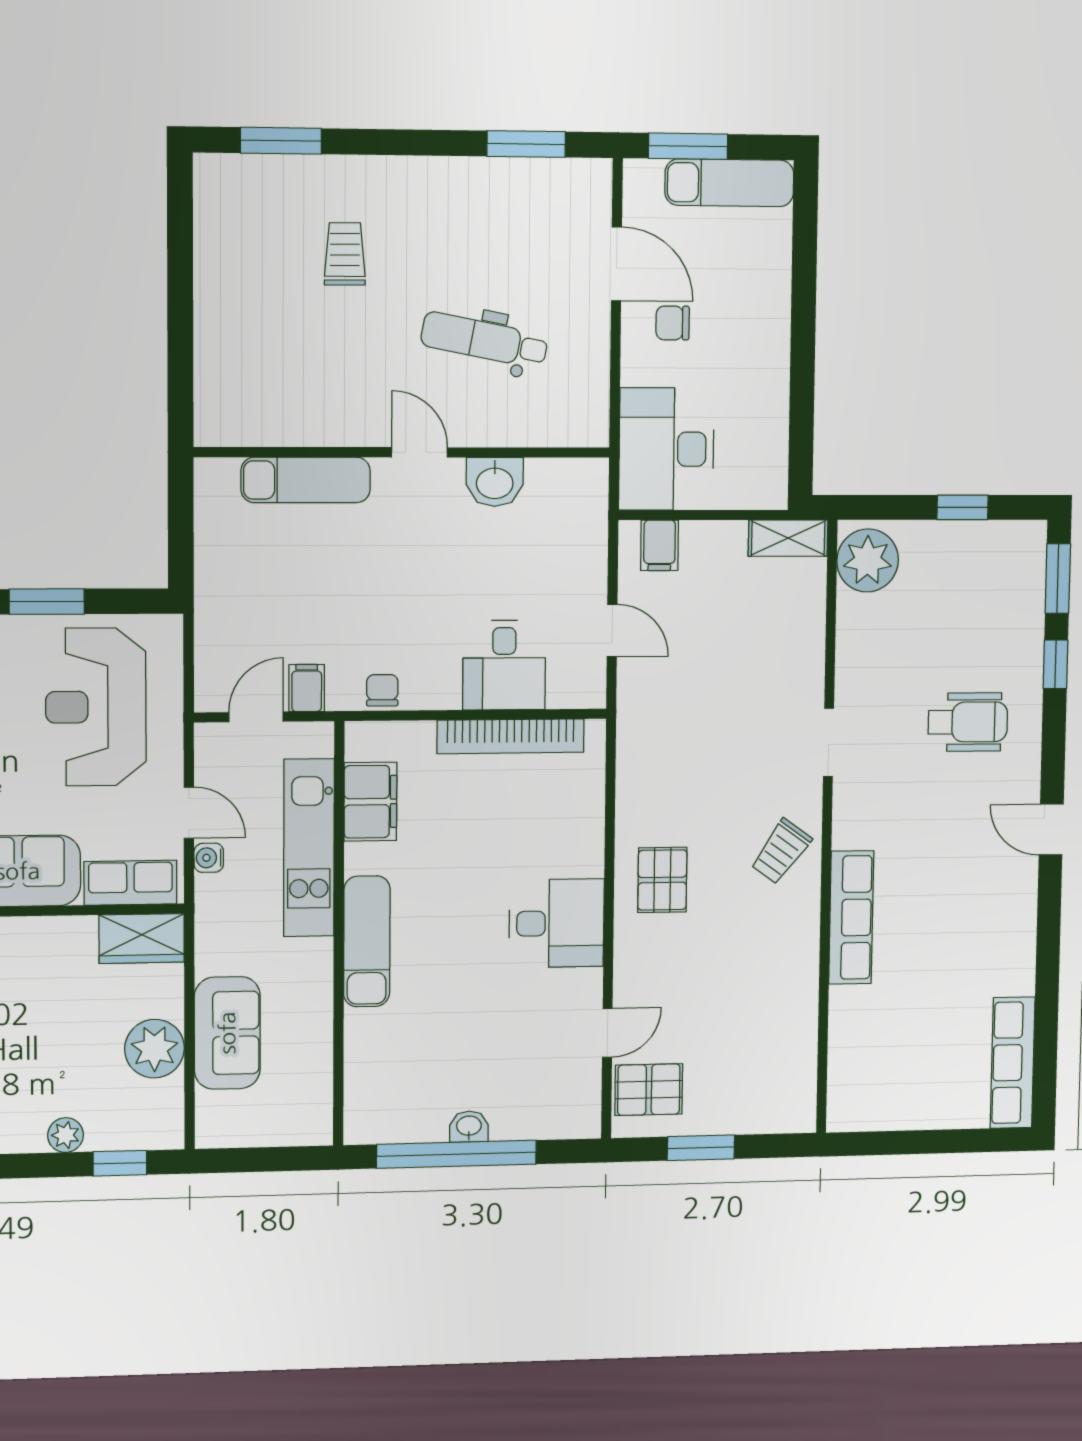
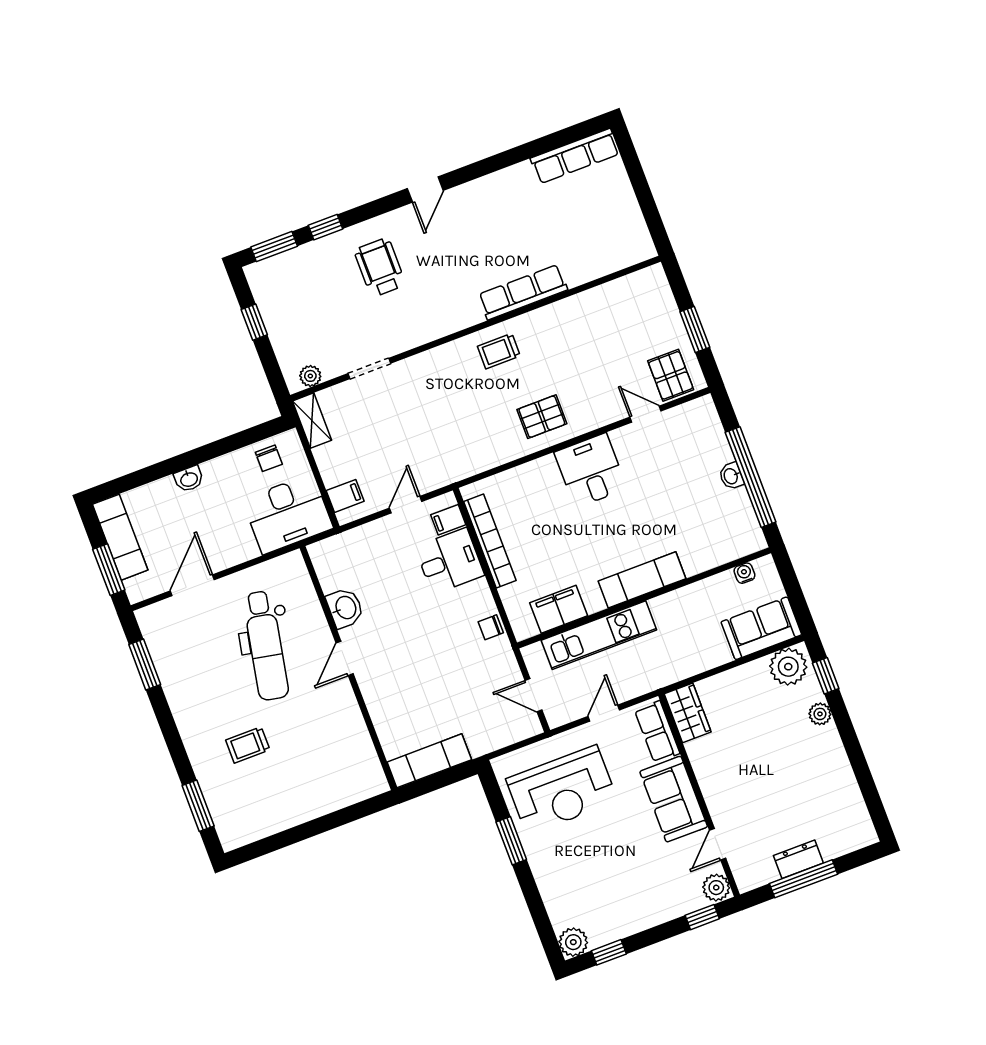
washbasin: (775, 321) -> (189, 479), added
chair: (673, 323) -> (269, 458), moved
dental chair: (484, 340) -> (266, 646), width x1.36, depth x1.38
exam couch: (306, 480) -> (429, 761), moved, turned -90
plant: (868, 560) -> (310, 376), width x0.53, depth x0.53
filing cabinet: (307, 688) -> (448, 520), moved
doorway: (829, 742) -> (369, 368), moved
trolley: (781, 851) -> (499, 351), turned 144
water cooler: (209, 858) -> (744, 573), moved, turned 180
sofa: (227, 1033) -> (761, 628), moved
plant: (155, 1049) -> (788, 667), moved

